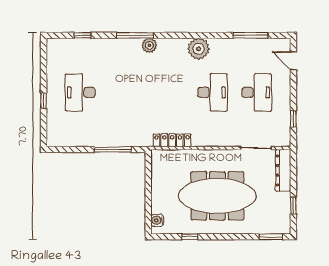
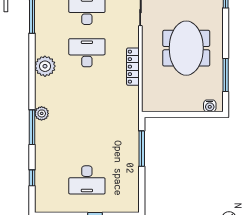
locker: (172, 140) -> (133, 67), moved
meeting table: (217, 196) -> (186, 48), width x0.73
window: (190, 237) -> (226, 75), width x2.17

